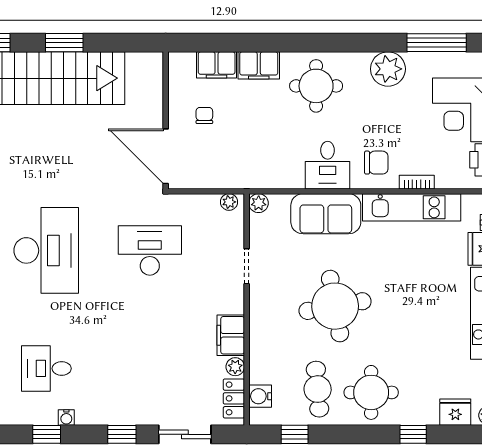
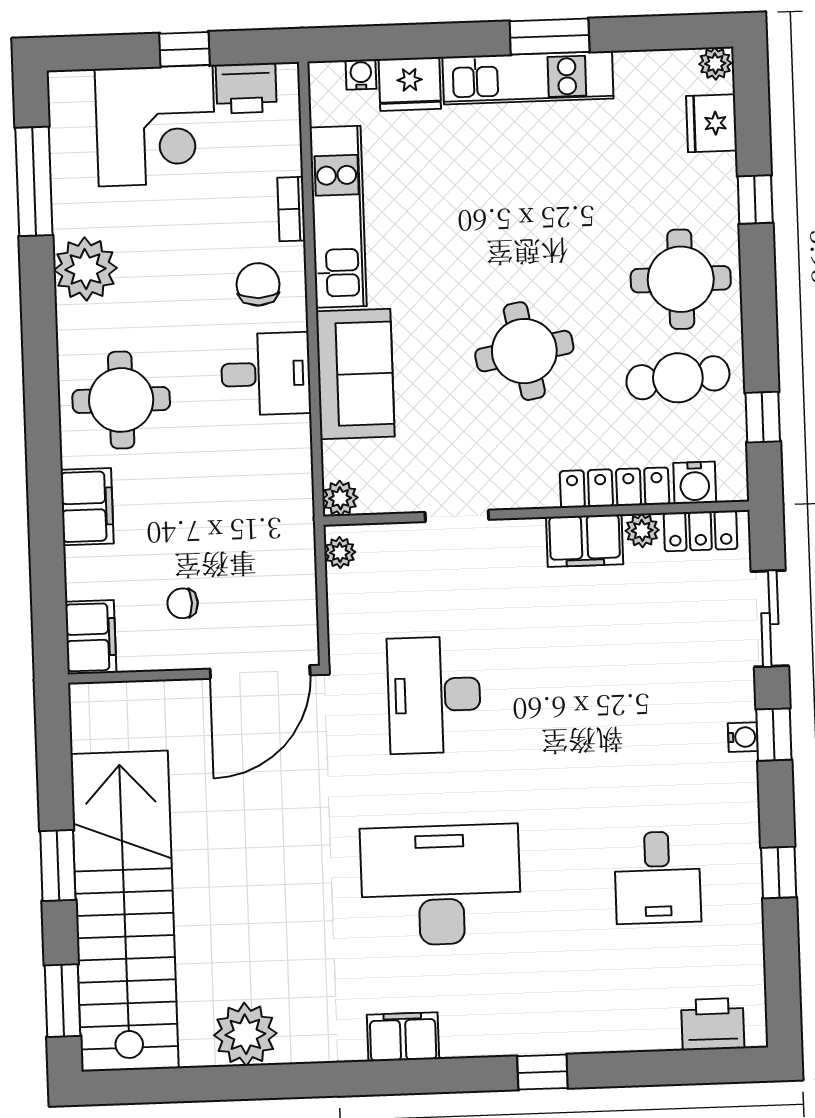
filing cabinet: (217, 65) -> (91, 637), moved
round table: (335, 306) -> (524, 351), width x0.73, depth x0.73
locker: (259, 353) -> (614, 488), added
water cooler: (66, 418) -> (743, 737), moved

